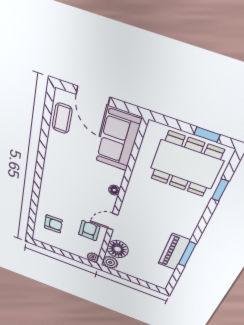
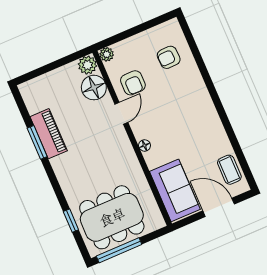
window: (207, 135) -> (119, 250), width x2.17

